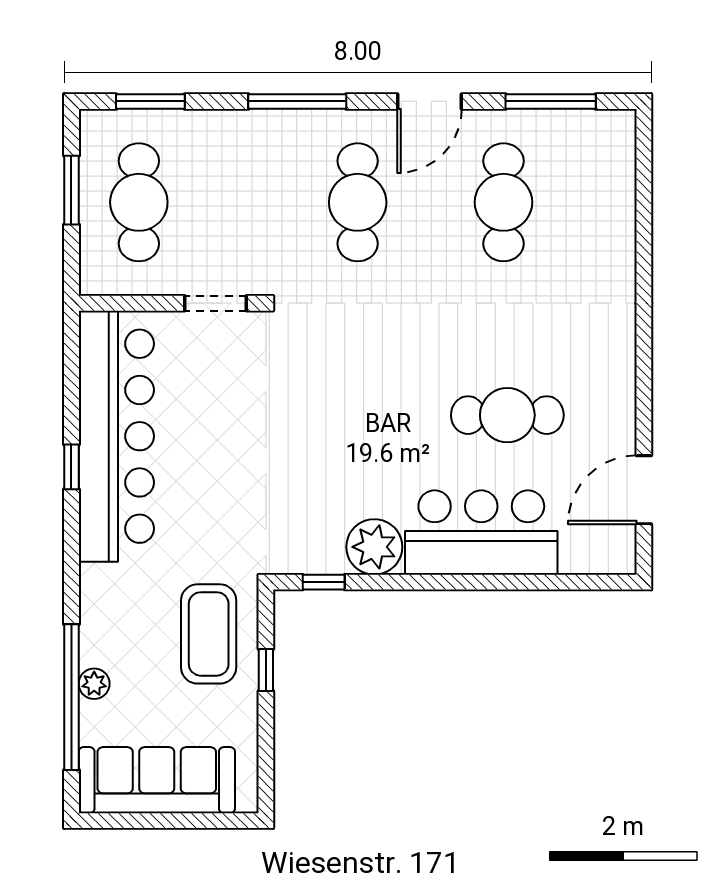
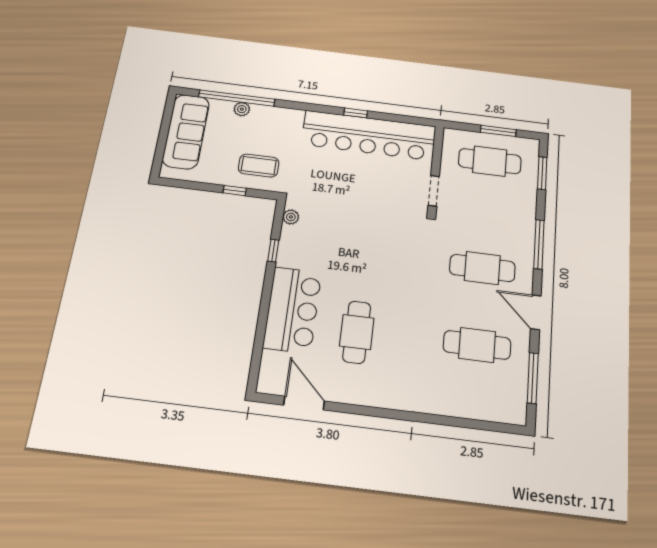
plant: (374, 547) -> (291, 217), moved, width x0.53, depth x0.53
window: (324, 582) -> (273, 251), moved
coffee table: (209, 634) -> (259, 165), width x0.73, depth x0.76

